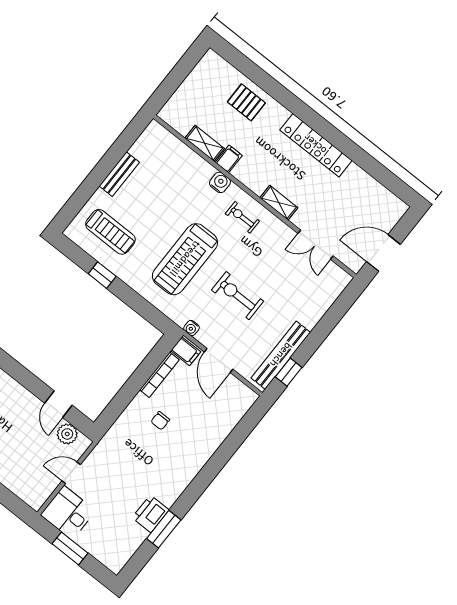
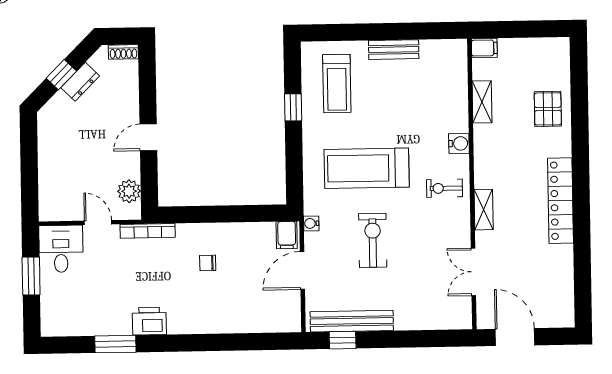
filing cabinet: (229, 159) -> (484, 48), moved
exercise bike: (242, 217) -> (445, 188), turned -90
bookcase: (159, 375) -> (148, 231), moved
door: (58, 404) -> (148, 137), moved
printer: (151, 514) -> (149, 321), moved

